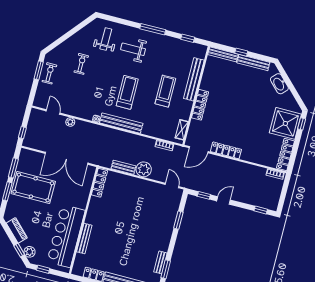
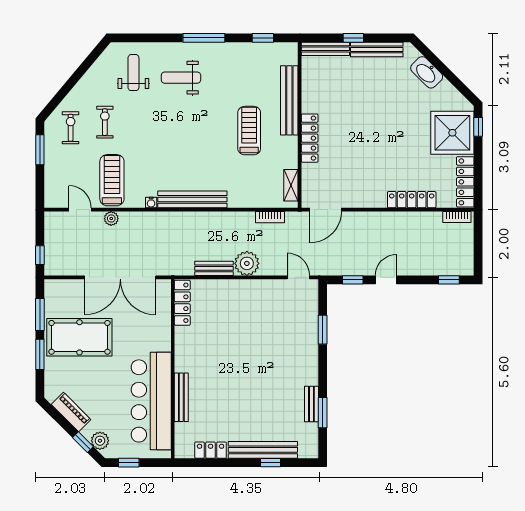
exercise bike: (49, 73) -> (71, 128), moved
treadmill: (127, 92) -> (112, 180), moved
locker: (226, 150) -> (412, 200), moved

